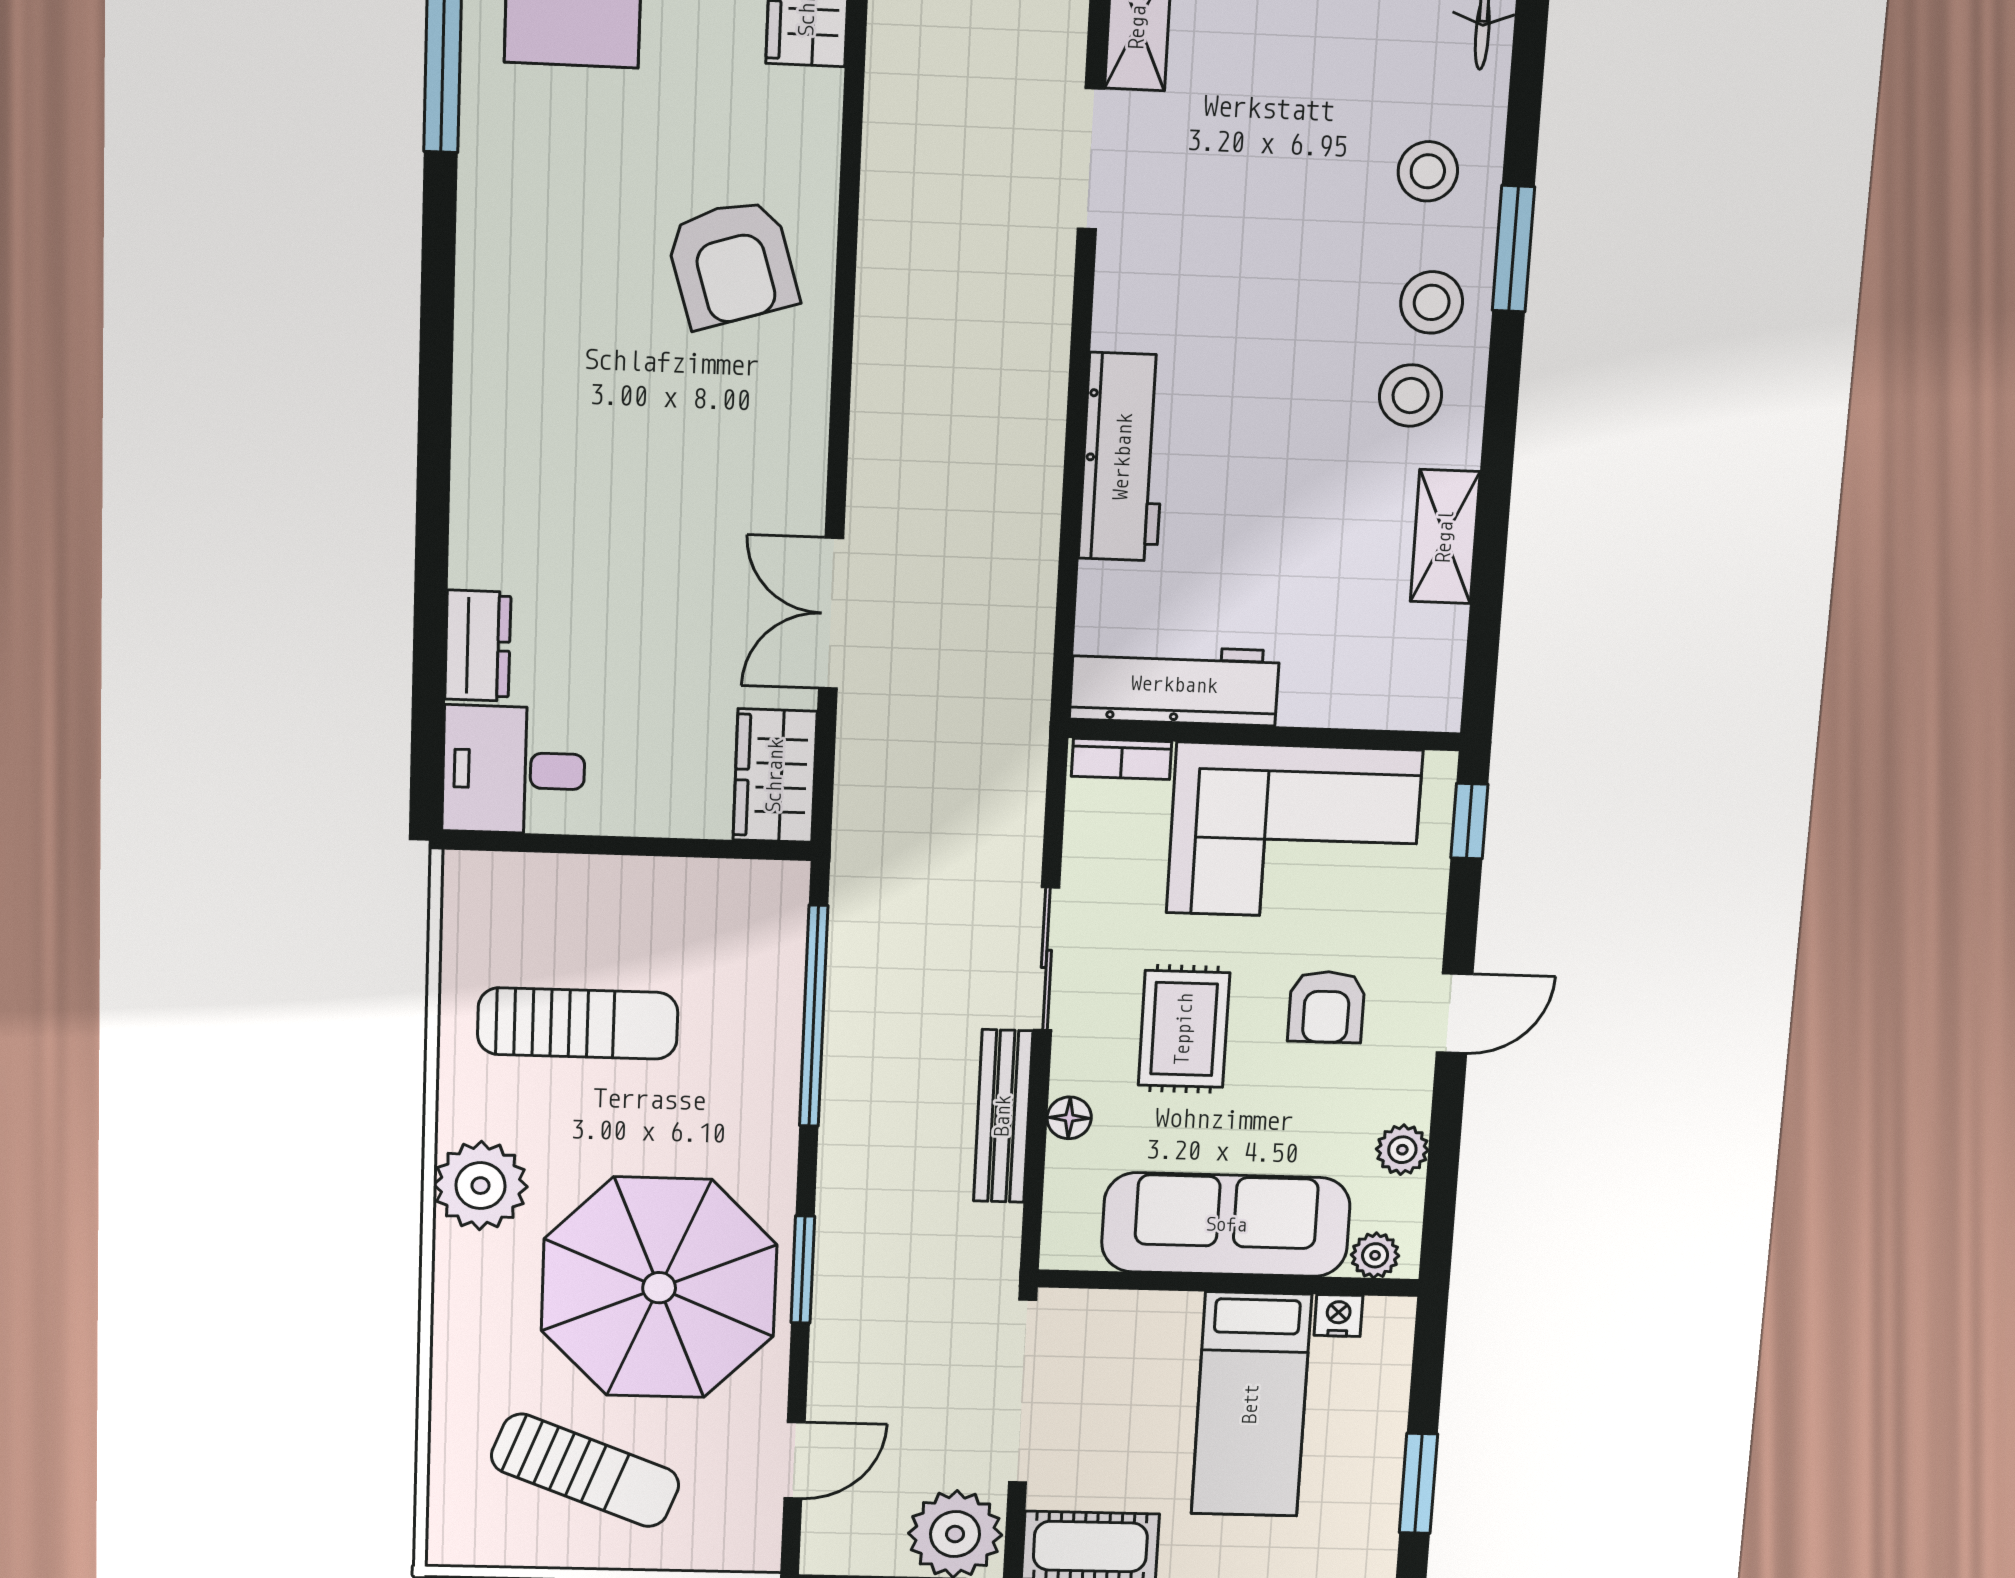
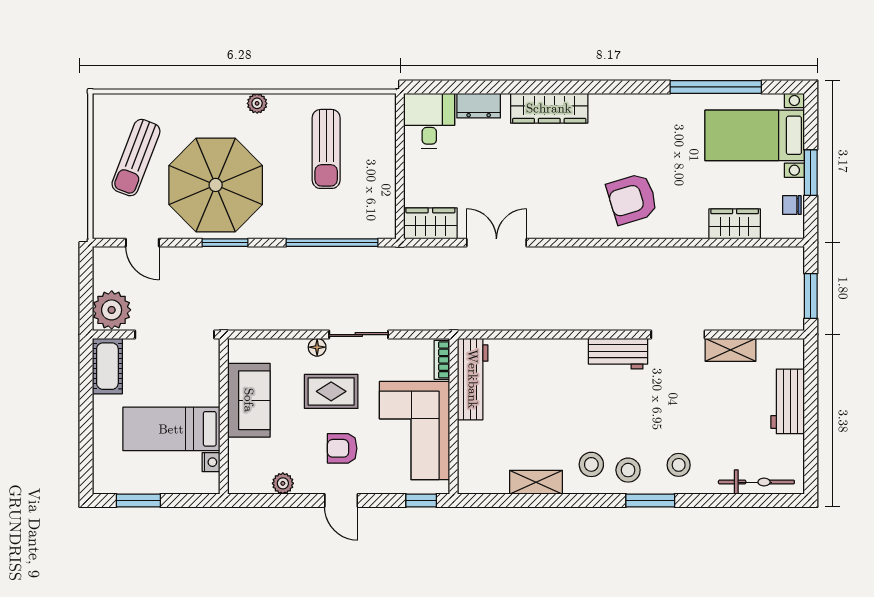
workbench: (1123, 457) -> (618, 354), moved, width x0.73
wardrobe: (489, 467) -> (549, 108), added
bench: (1003, 1116) -> (292, 321), removed
floor lamp: (1069, 1118) -> (317, 347), moved
plant: (481, 1186) -> (257, 103), width x0.53, depth x0.53
sofa: (1226, 1225) -> (249, 400), width x0.73
plant: (1375, 1255) -> (237, 475), removed

